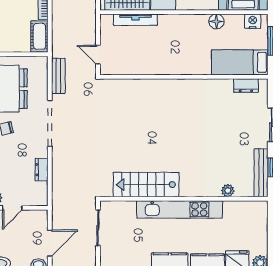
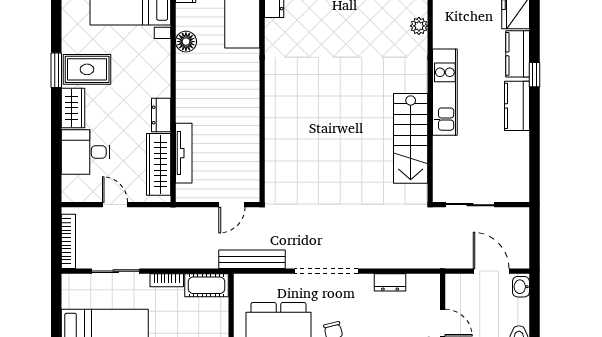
bench: (58, 76) -> (252, 259), width x1.36
kitchen unit: (180, 209) -> (445, 92), width x0.73

